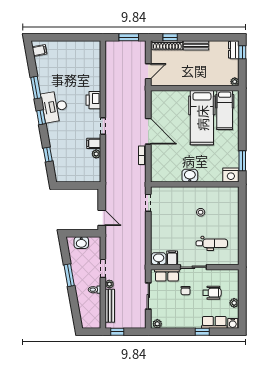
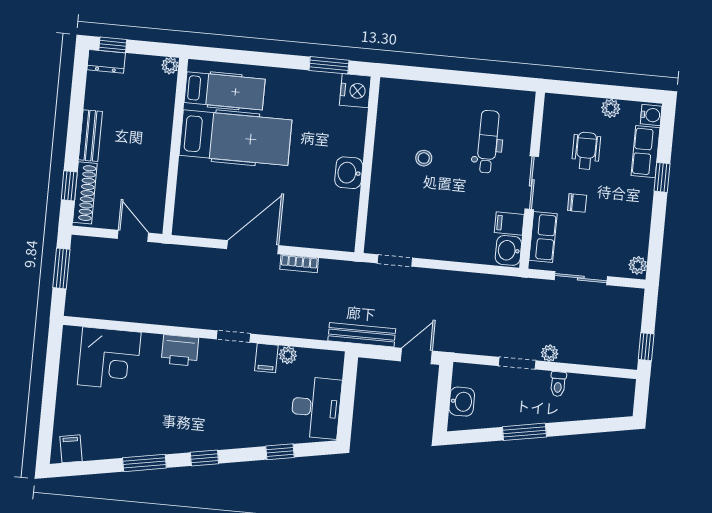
corner desk: (86, 65) -> (109, 359), added
desk: (55, 107) -> (316, 408), moved, turned -80
bench: (110, 306) -> (362, 335), moved

